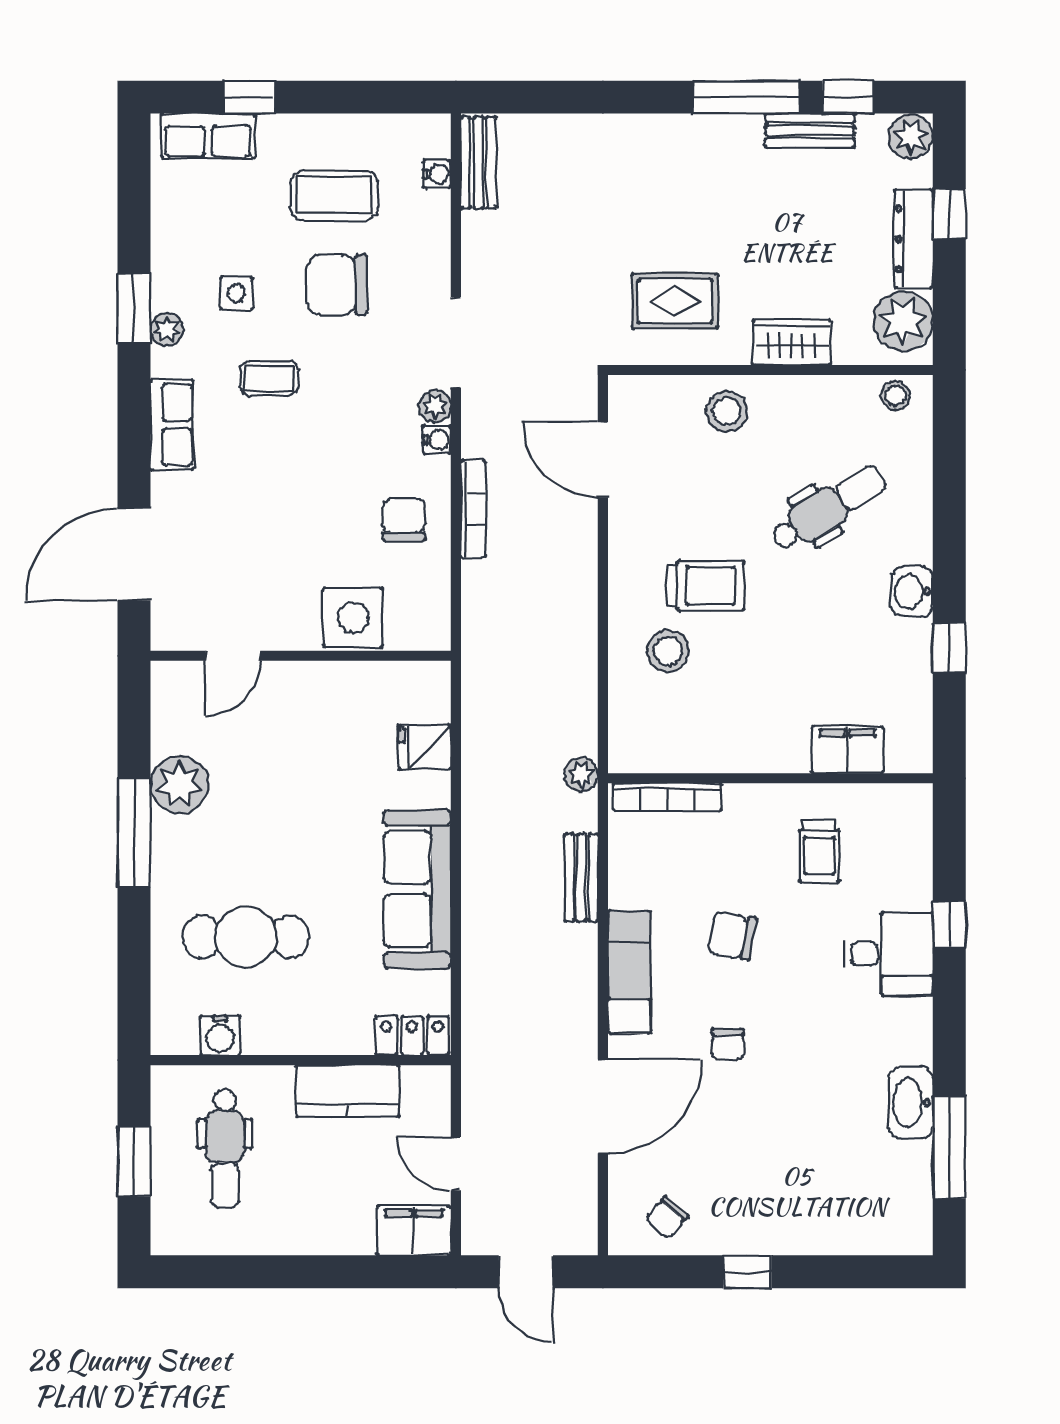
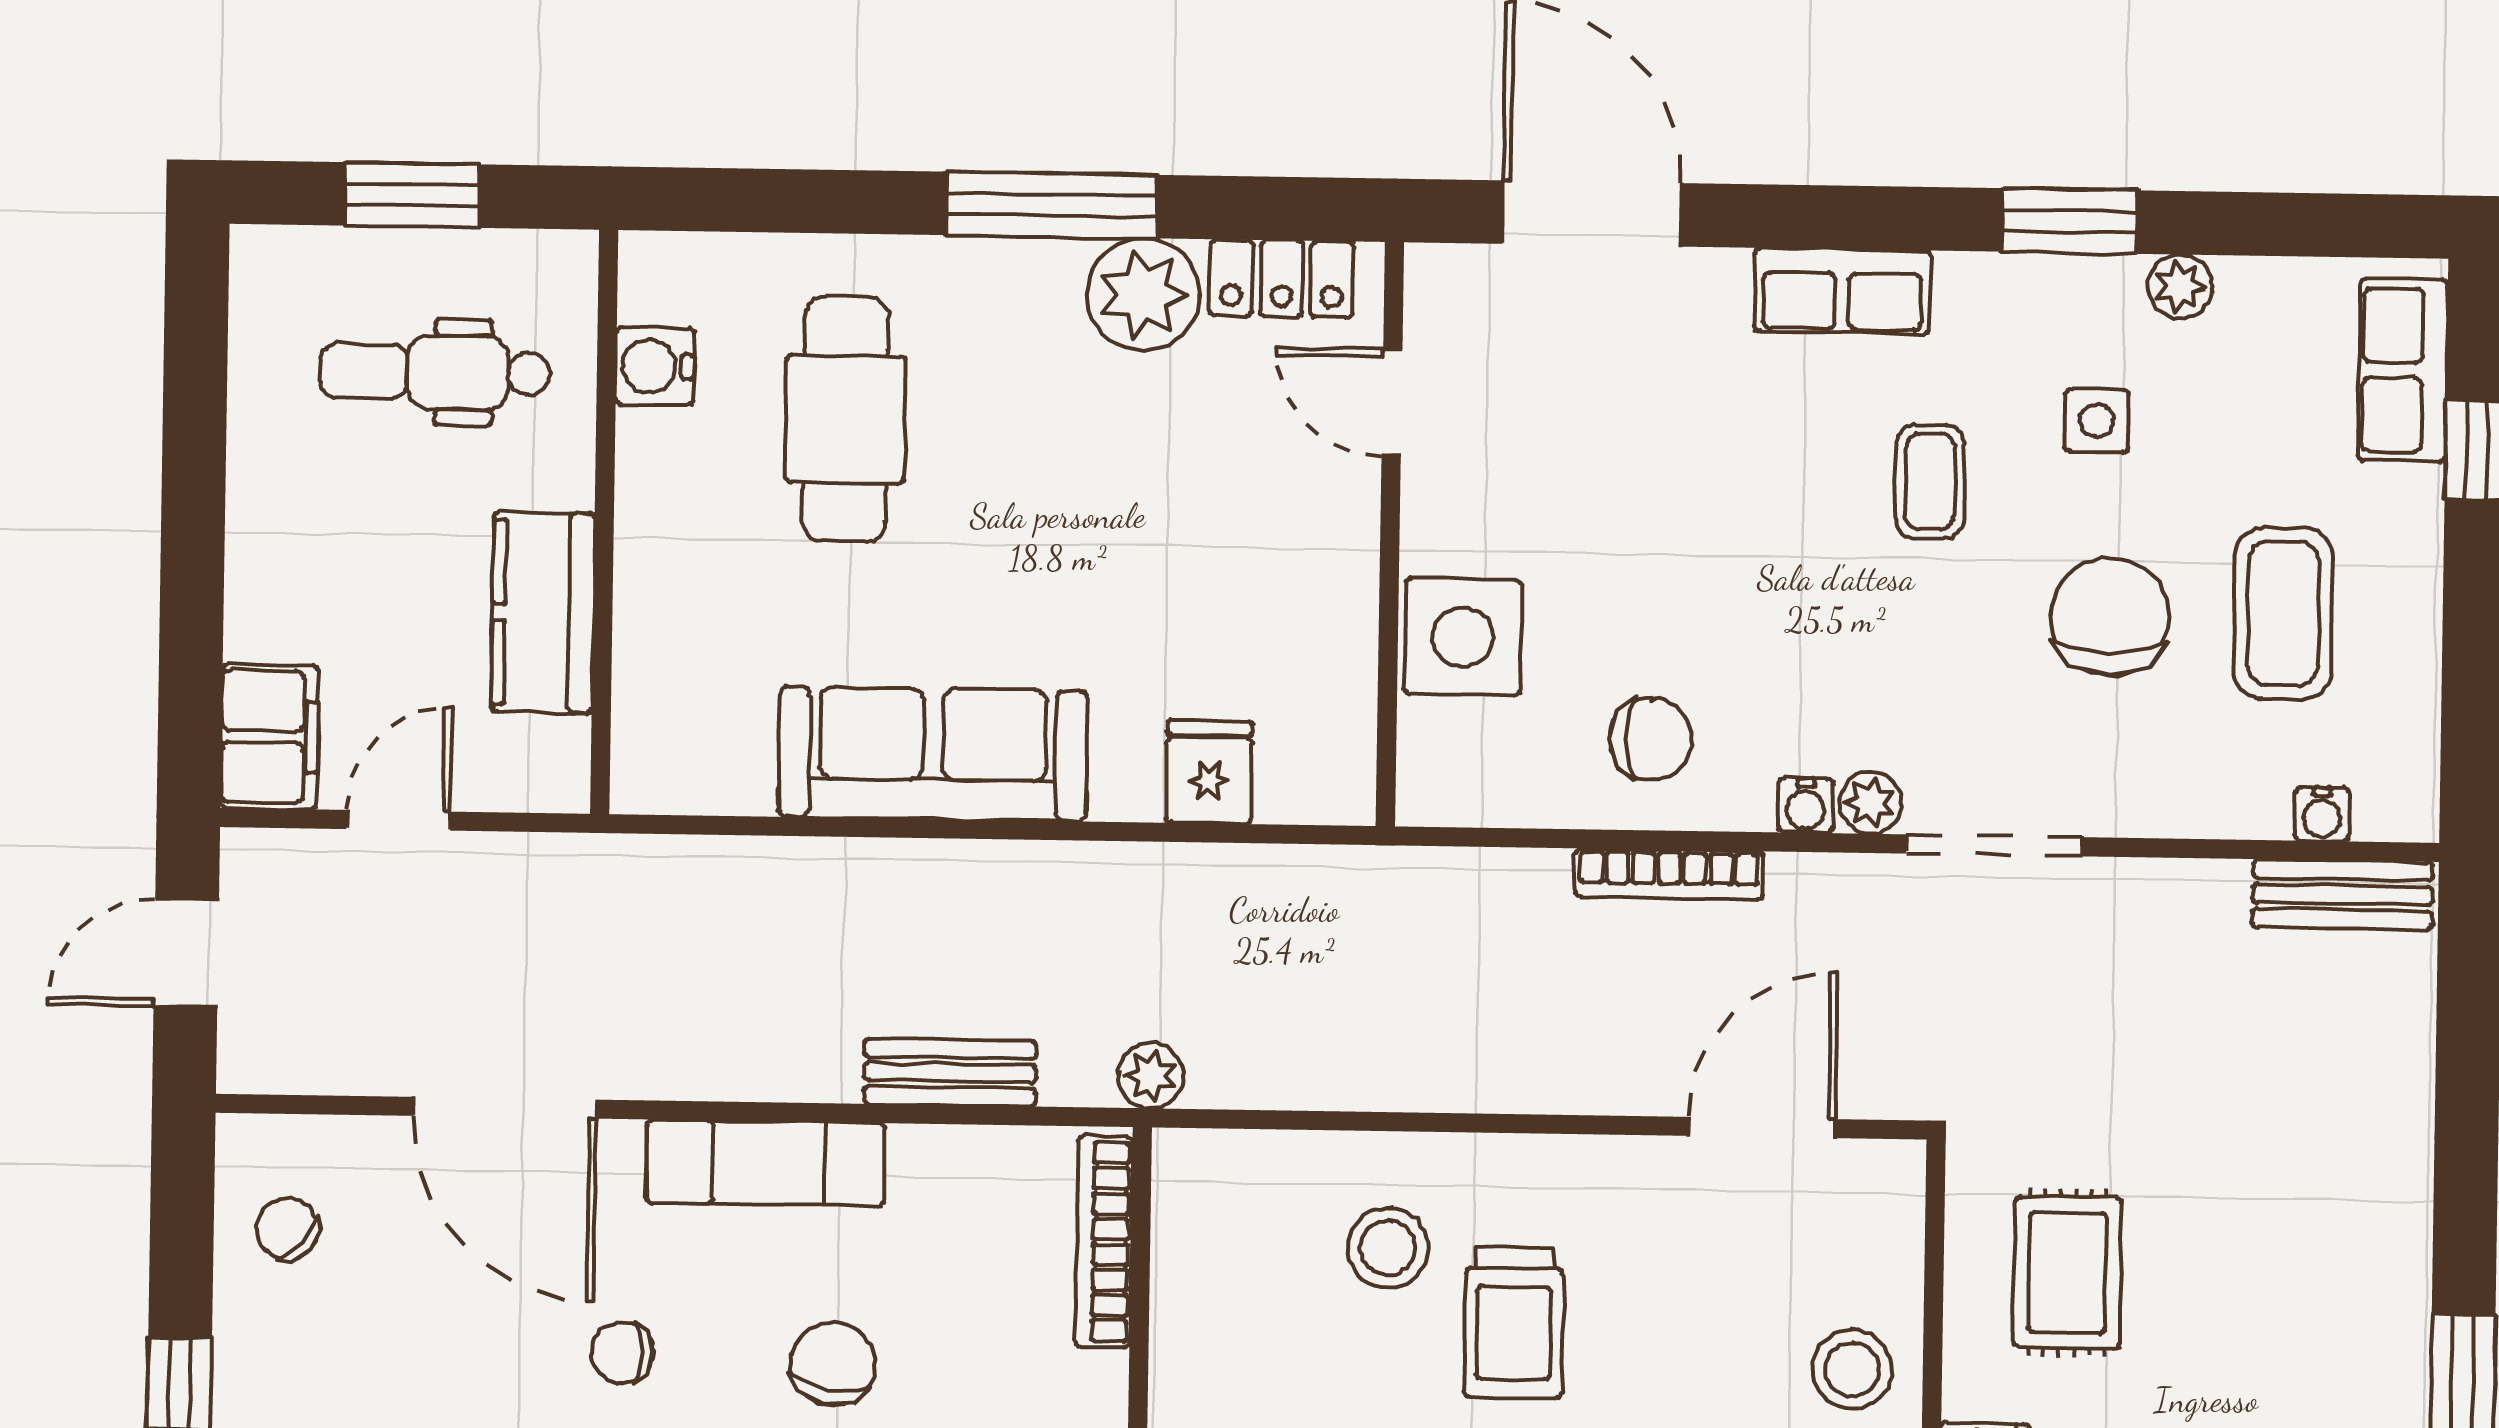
plant: (167, 330) -> (2180, 287), moved
locker: (412, 1036) -> (1282, 279), moved, turned 90

